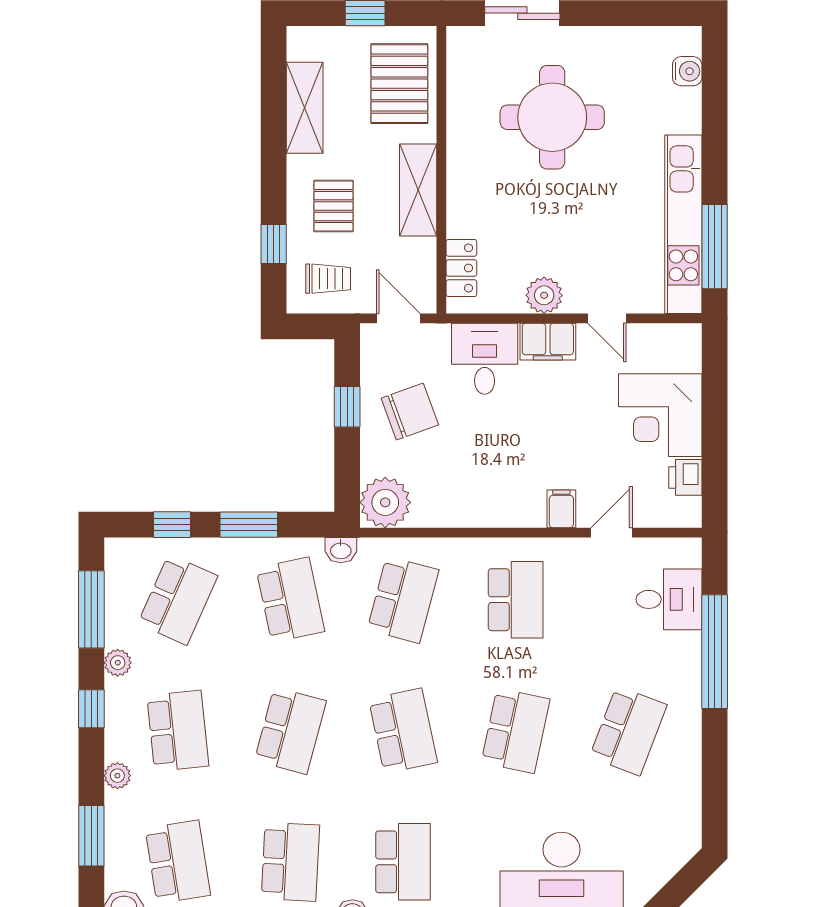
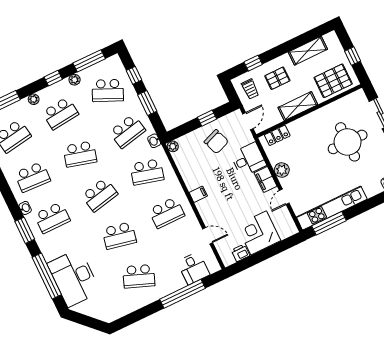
plant: (385, 502) -> (173, 146), width x0.53, depth x0.53
filing cabinet: (561, 509) -> (198, 194), moved

